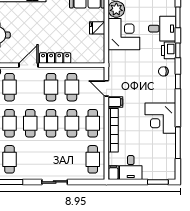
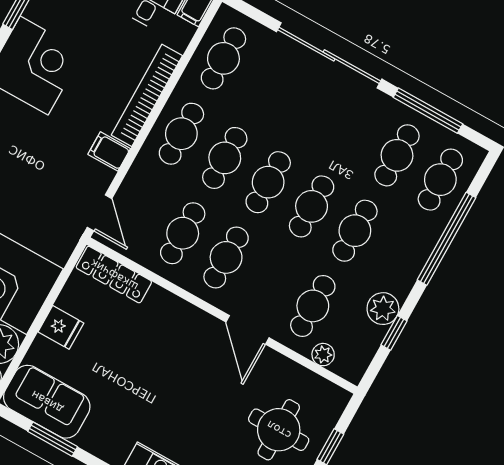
locker: (55, 58) -> (114, 275), moved
door: (29, 65) -> (247, 330), hinge flipped
door: (106, 88) -> (99, 213), moved
sliding door: (55, 182) -> (329, 55), width x1.86

